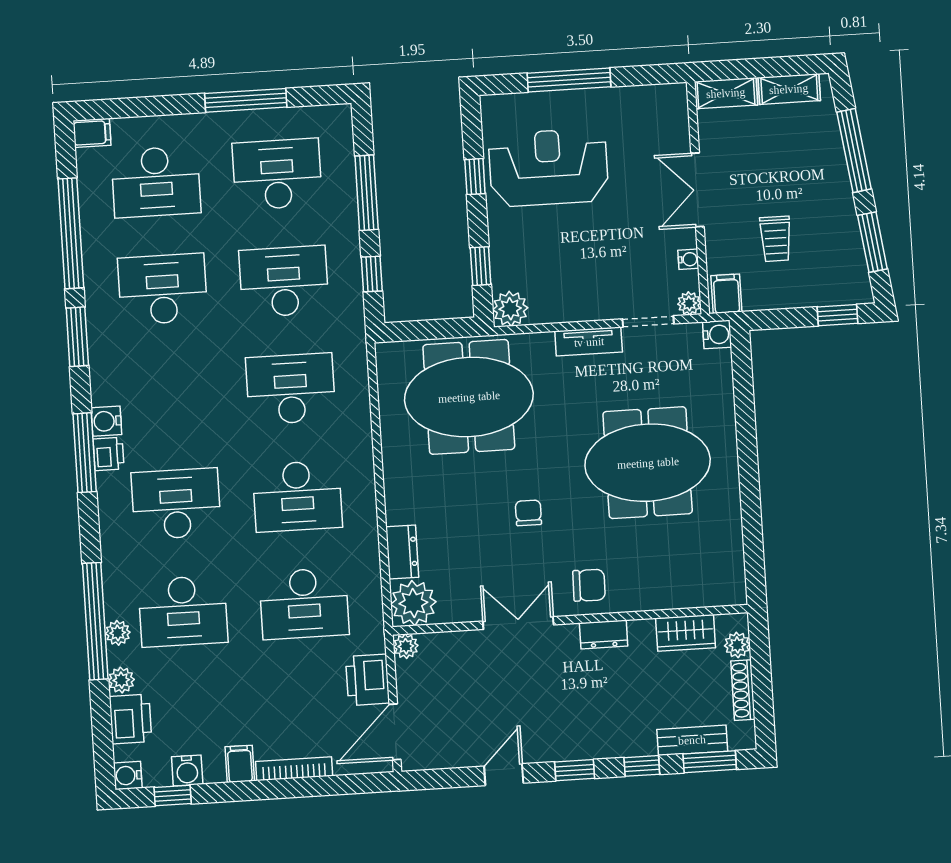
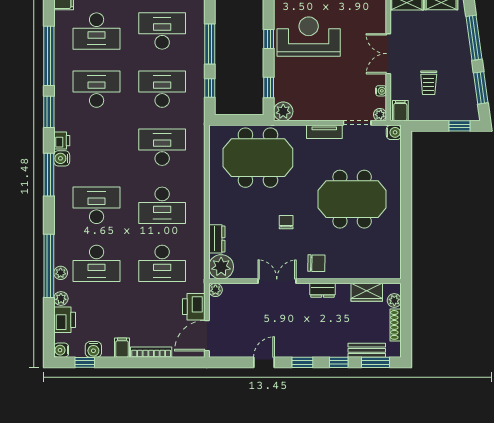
printer: (109, 454) -> (62, 141), moved

